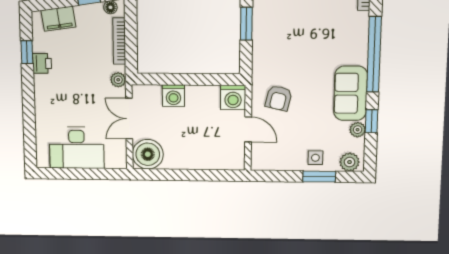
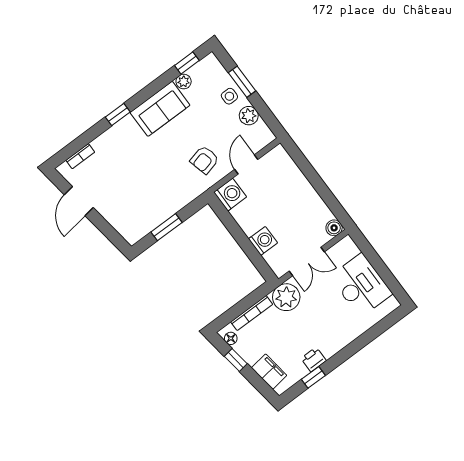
window: (374, 54) -> (118, 114), width x0.32
plant: (118, 80) -> (286, 297), width x1.87, depth x1.87
armchair: (279, 98) -> (204, 160), turned 153
window: (372, 121) -> (187, 63), moved
boiler: (148, 154) -> (334, 228), width x0.54, depth x0.54
plant: (350, 162) -> (249, 116), moved

